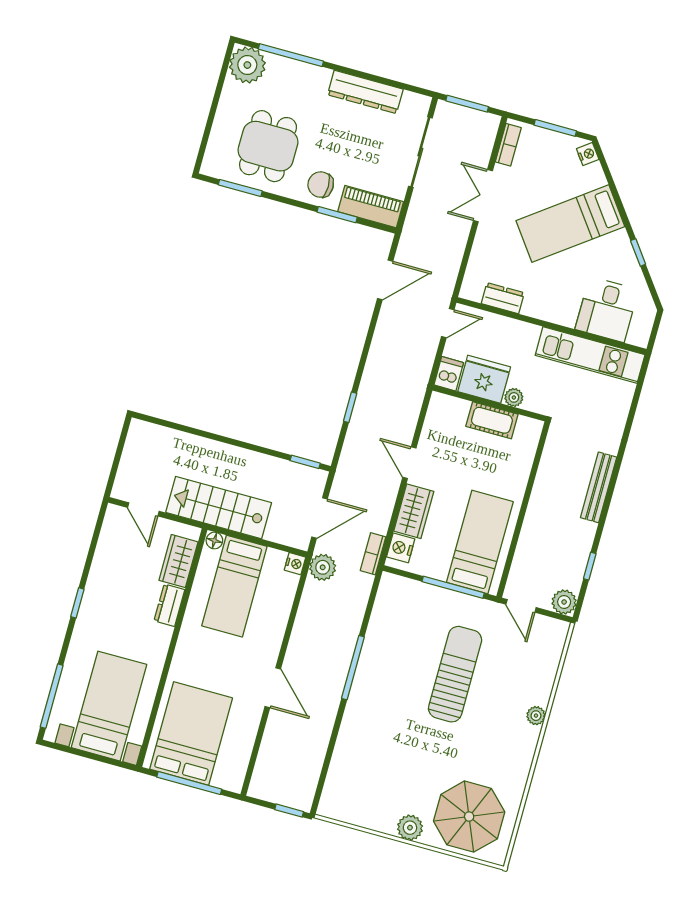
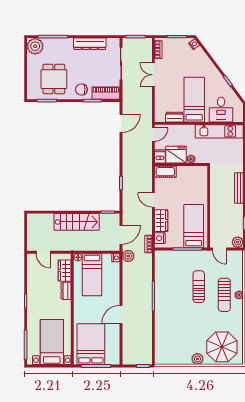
bed: (570, 224) -> (194, 100), moved, turned 127
cot: (492, 420) -> (165, 172), moved
stairs: (219, 508) -> (77, 222), moved, turned 180
sun lounger: (455, 674) -> (199, 287), width x0.73, depth x0.75
door: (273, 688) -> (121, 314), swing flipped
sun lounger: (505, 707) -> (224, 295), added

